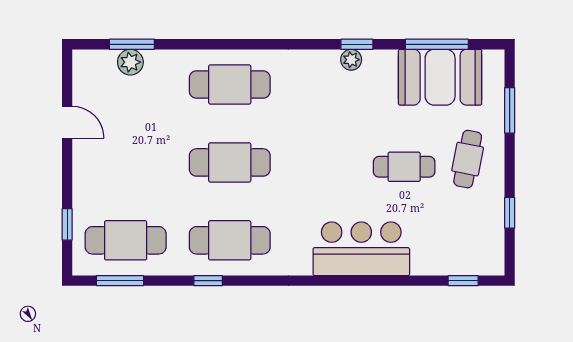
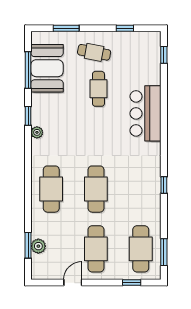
plant: (351, 60) -> (37, 132), moved
cafe table: (230, 240) -> (96, 249), moved
window: (208, 281) -> (164, 185), moved

